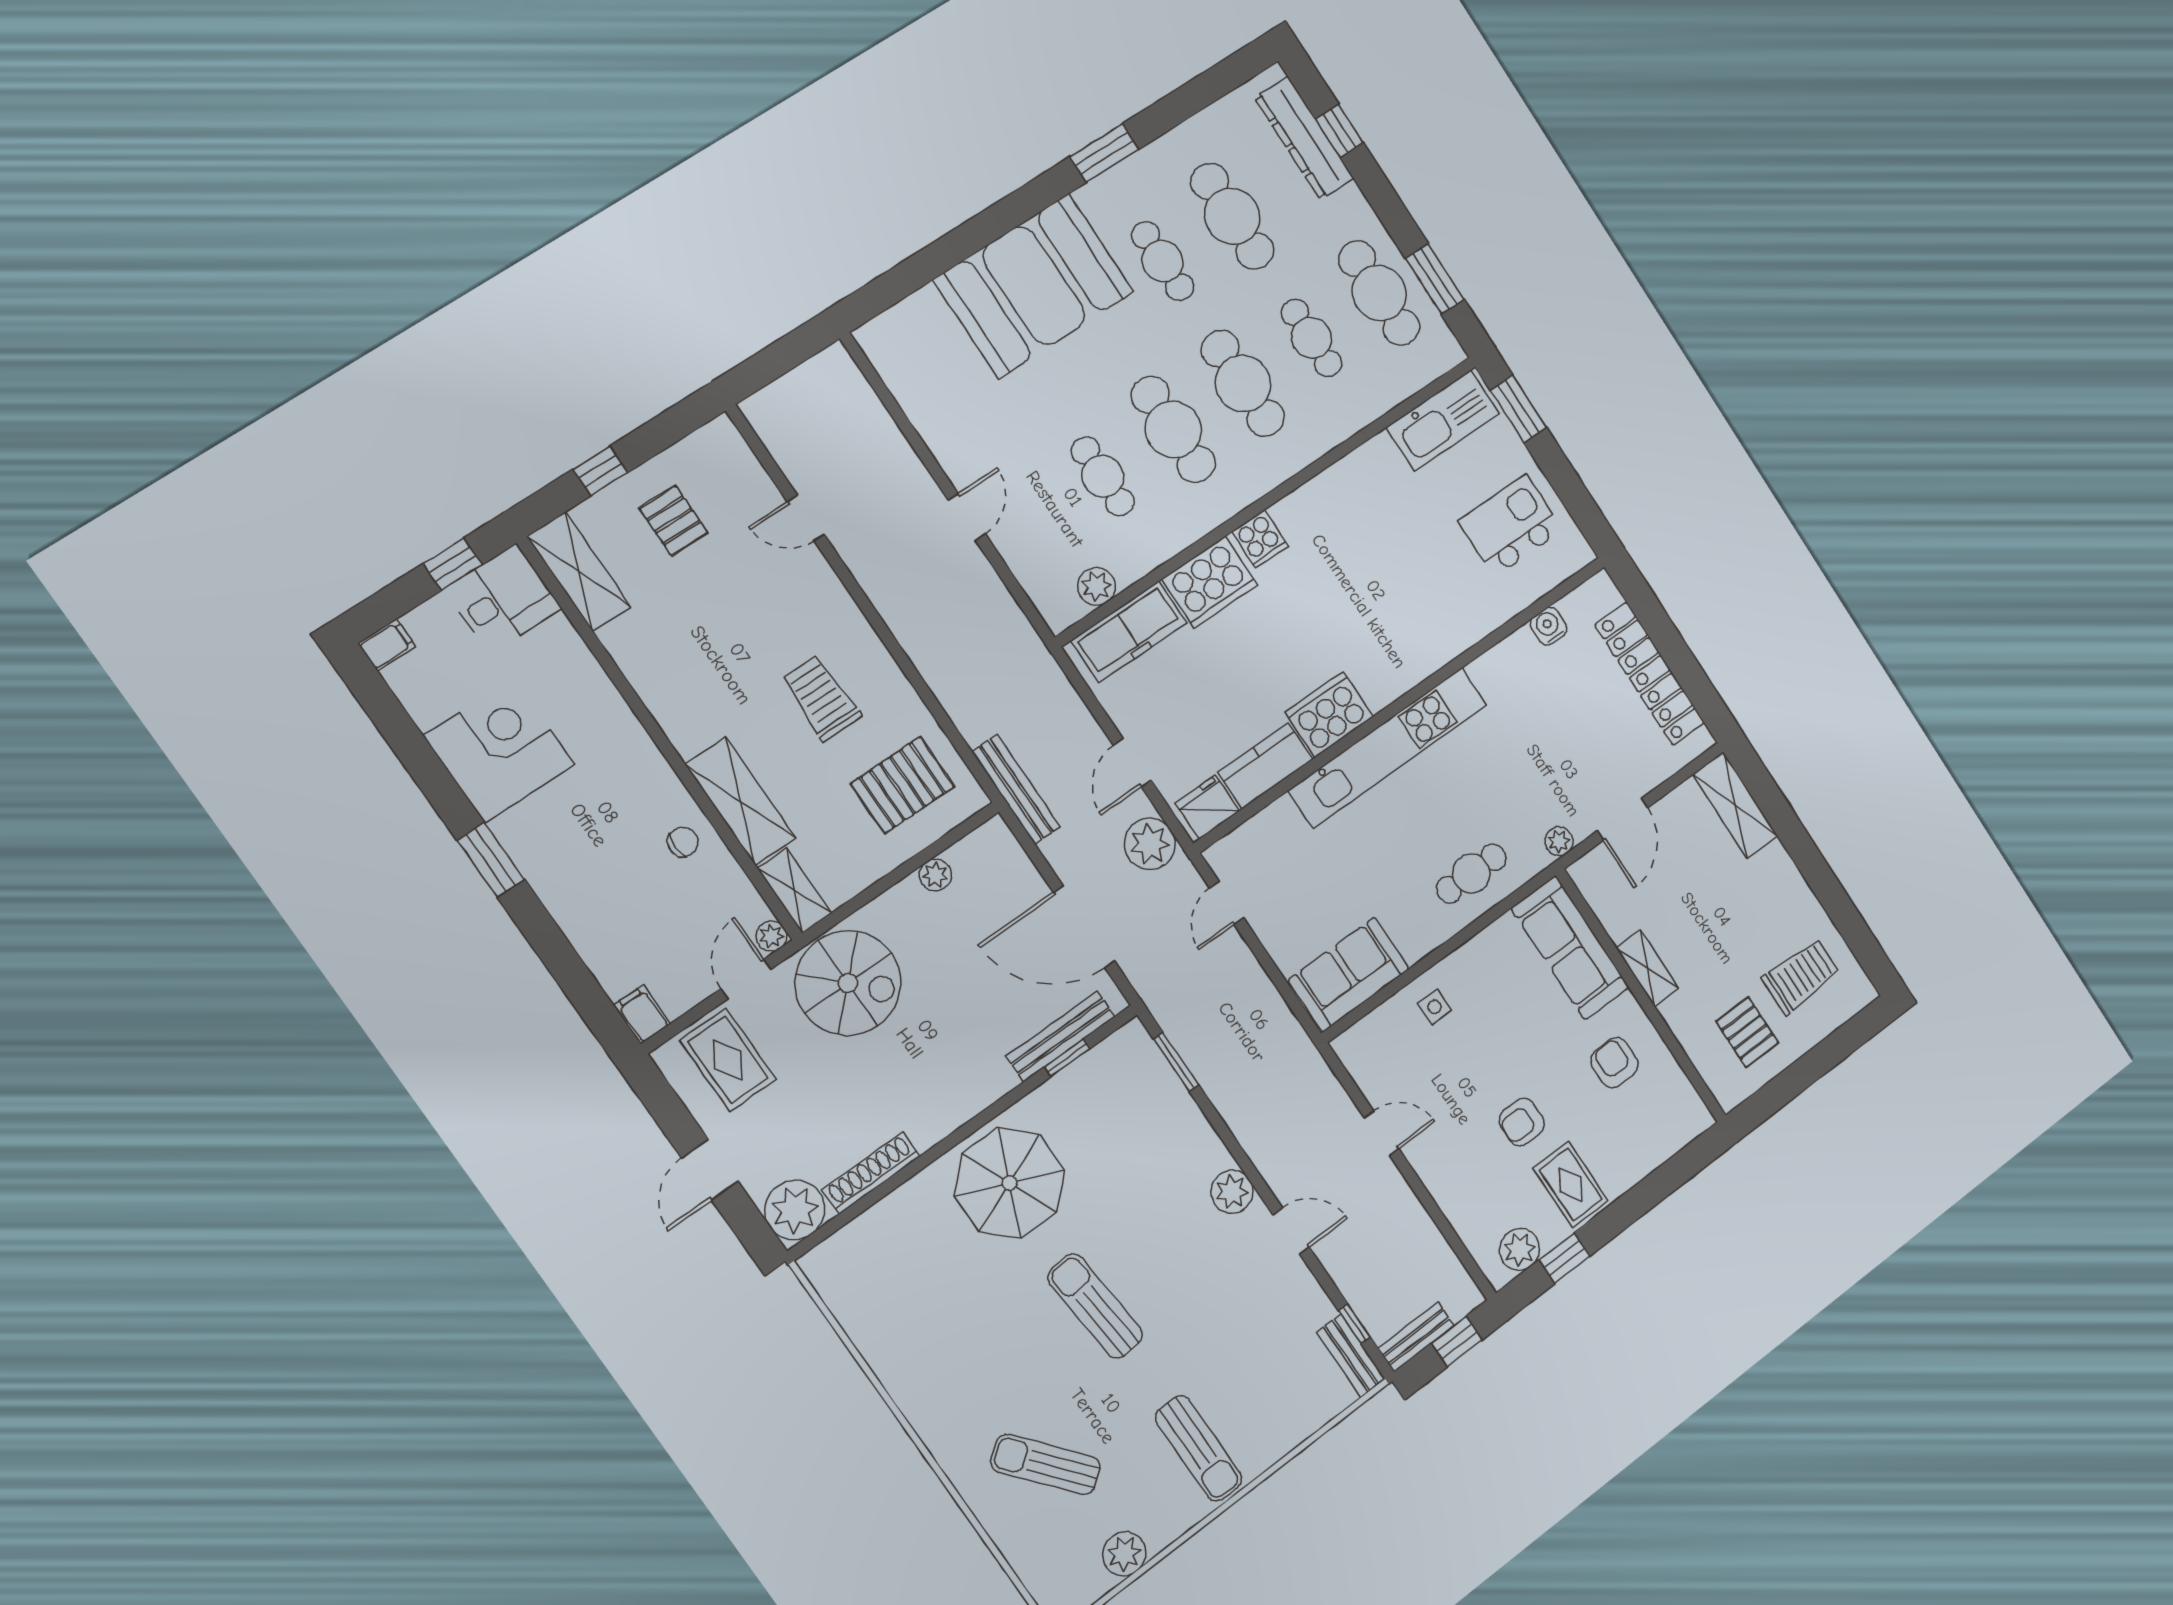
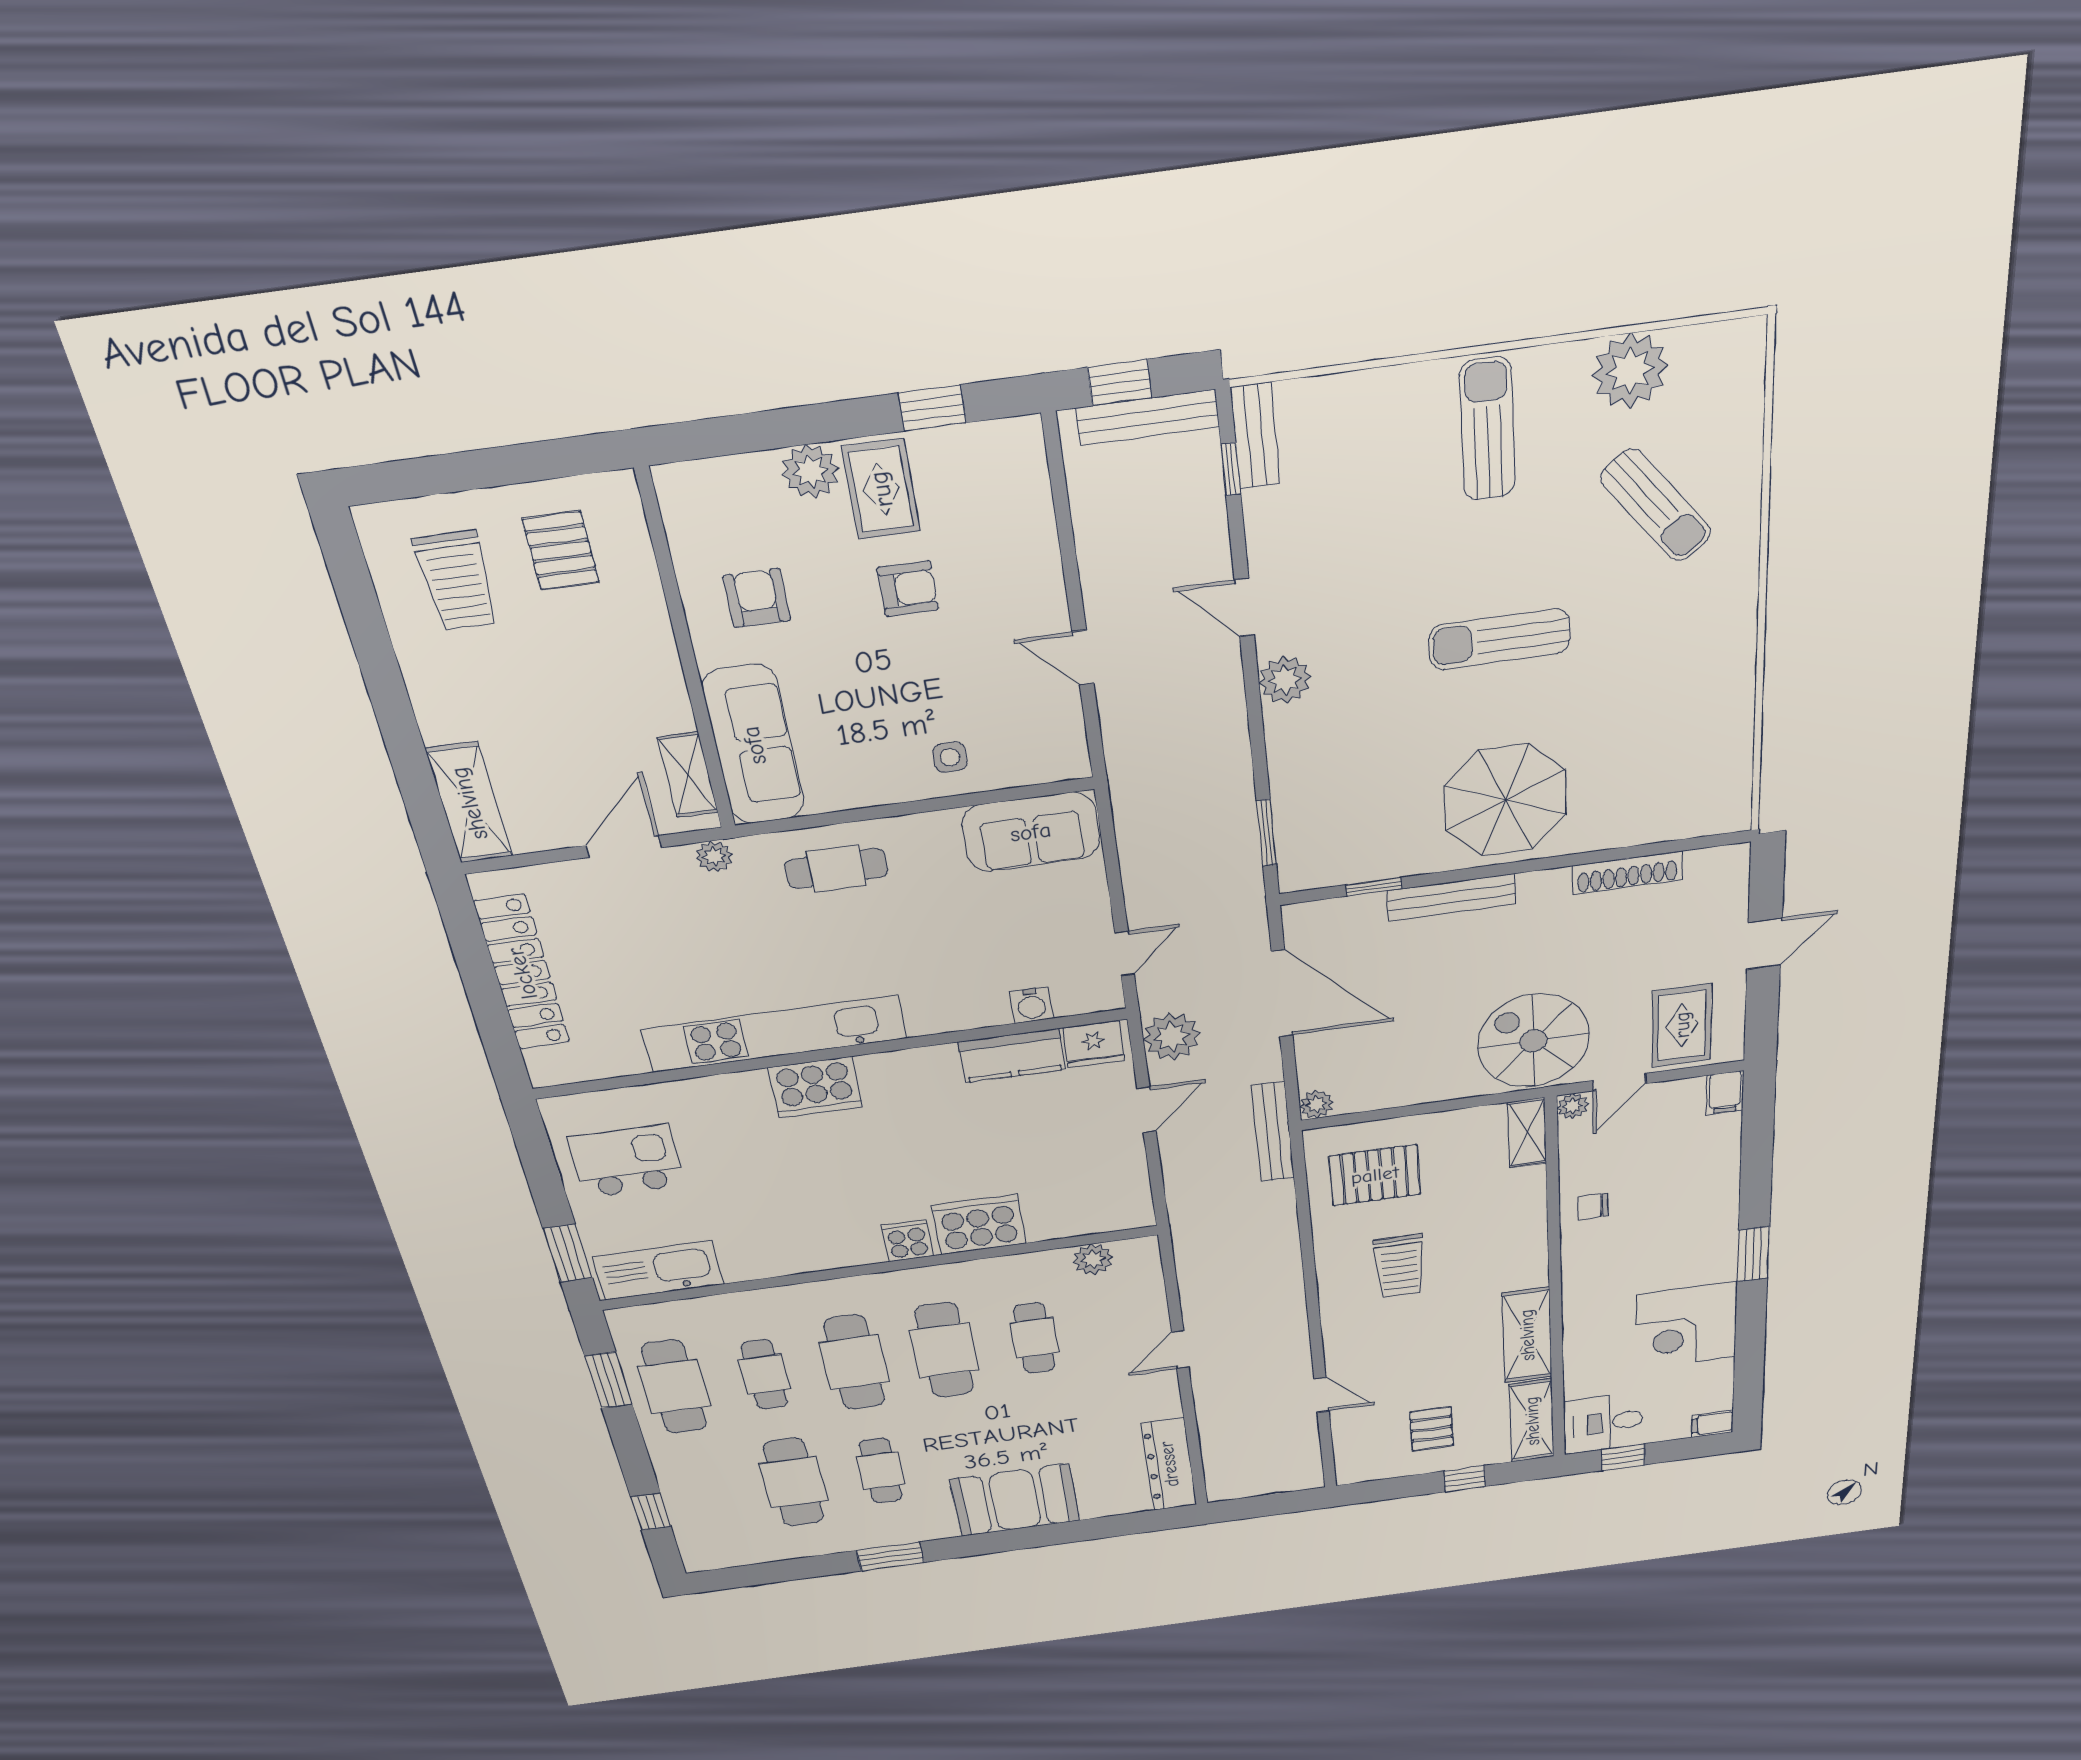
dresser: (1304, 138) -> (1169, 1464), moved, turned 180
booth: (1034, 286) -> (1015, 1500), width x0.73, depth x0.70
kitchen island: (1511, 526) -> (626, 1161), turned 180
water cooler: (1549, 626) -> (1031, 1005), moved
freezer: (1129, 632) -> (1083, 1214), removed
cooker: (1329, 714) -> (815, 1087), moved
kitchen unit: (1388, 747) -> (775, 1034), moved
shelving: (740, 801) -> (1527, 1335), moved
plant: (935, 875) -> (1316, 1104), moved
shelving: (1648, 968) -> (688, 775), moved
trolley: (1801, 976) -> (457, 581), turned -90
bench: (1061, 1036) -> (1451, 897), moved
armchair: (1615, 1063) -> (757, 598), turned 180
plant: (795, 1210) -> (1718, 874), removed
plant: (1520, 1249) -> (810, 471), moved
sun lounger: (1095, 1306) -> (1500, 639), turned 95
bench: (1416, 1337) -> (1148, 417), width x1.36
plant: (1124, 1554) -> (1630, 371), width x1.36, depth x1.36

